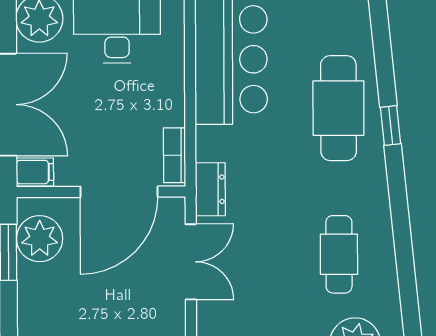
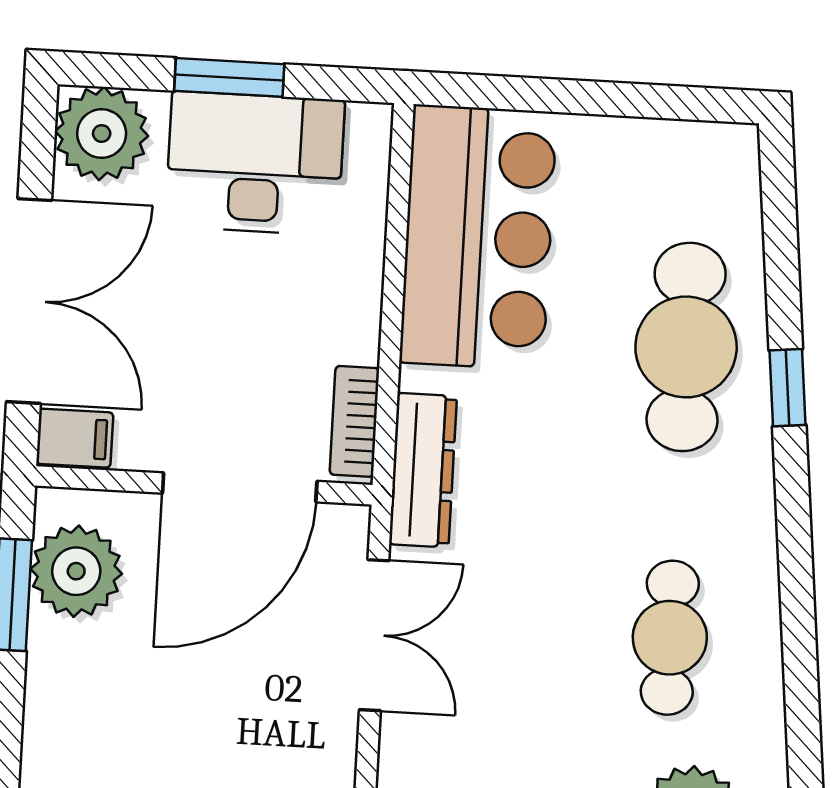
dresser: (210, 189) -> (423, 470), width x1.44

